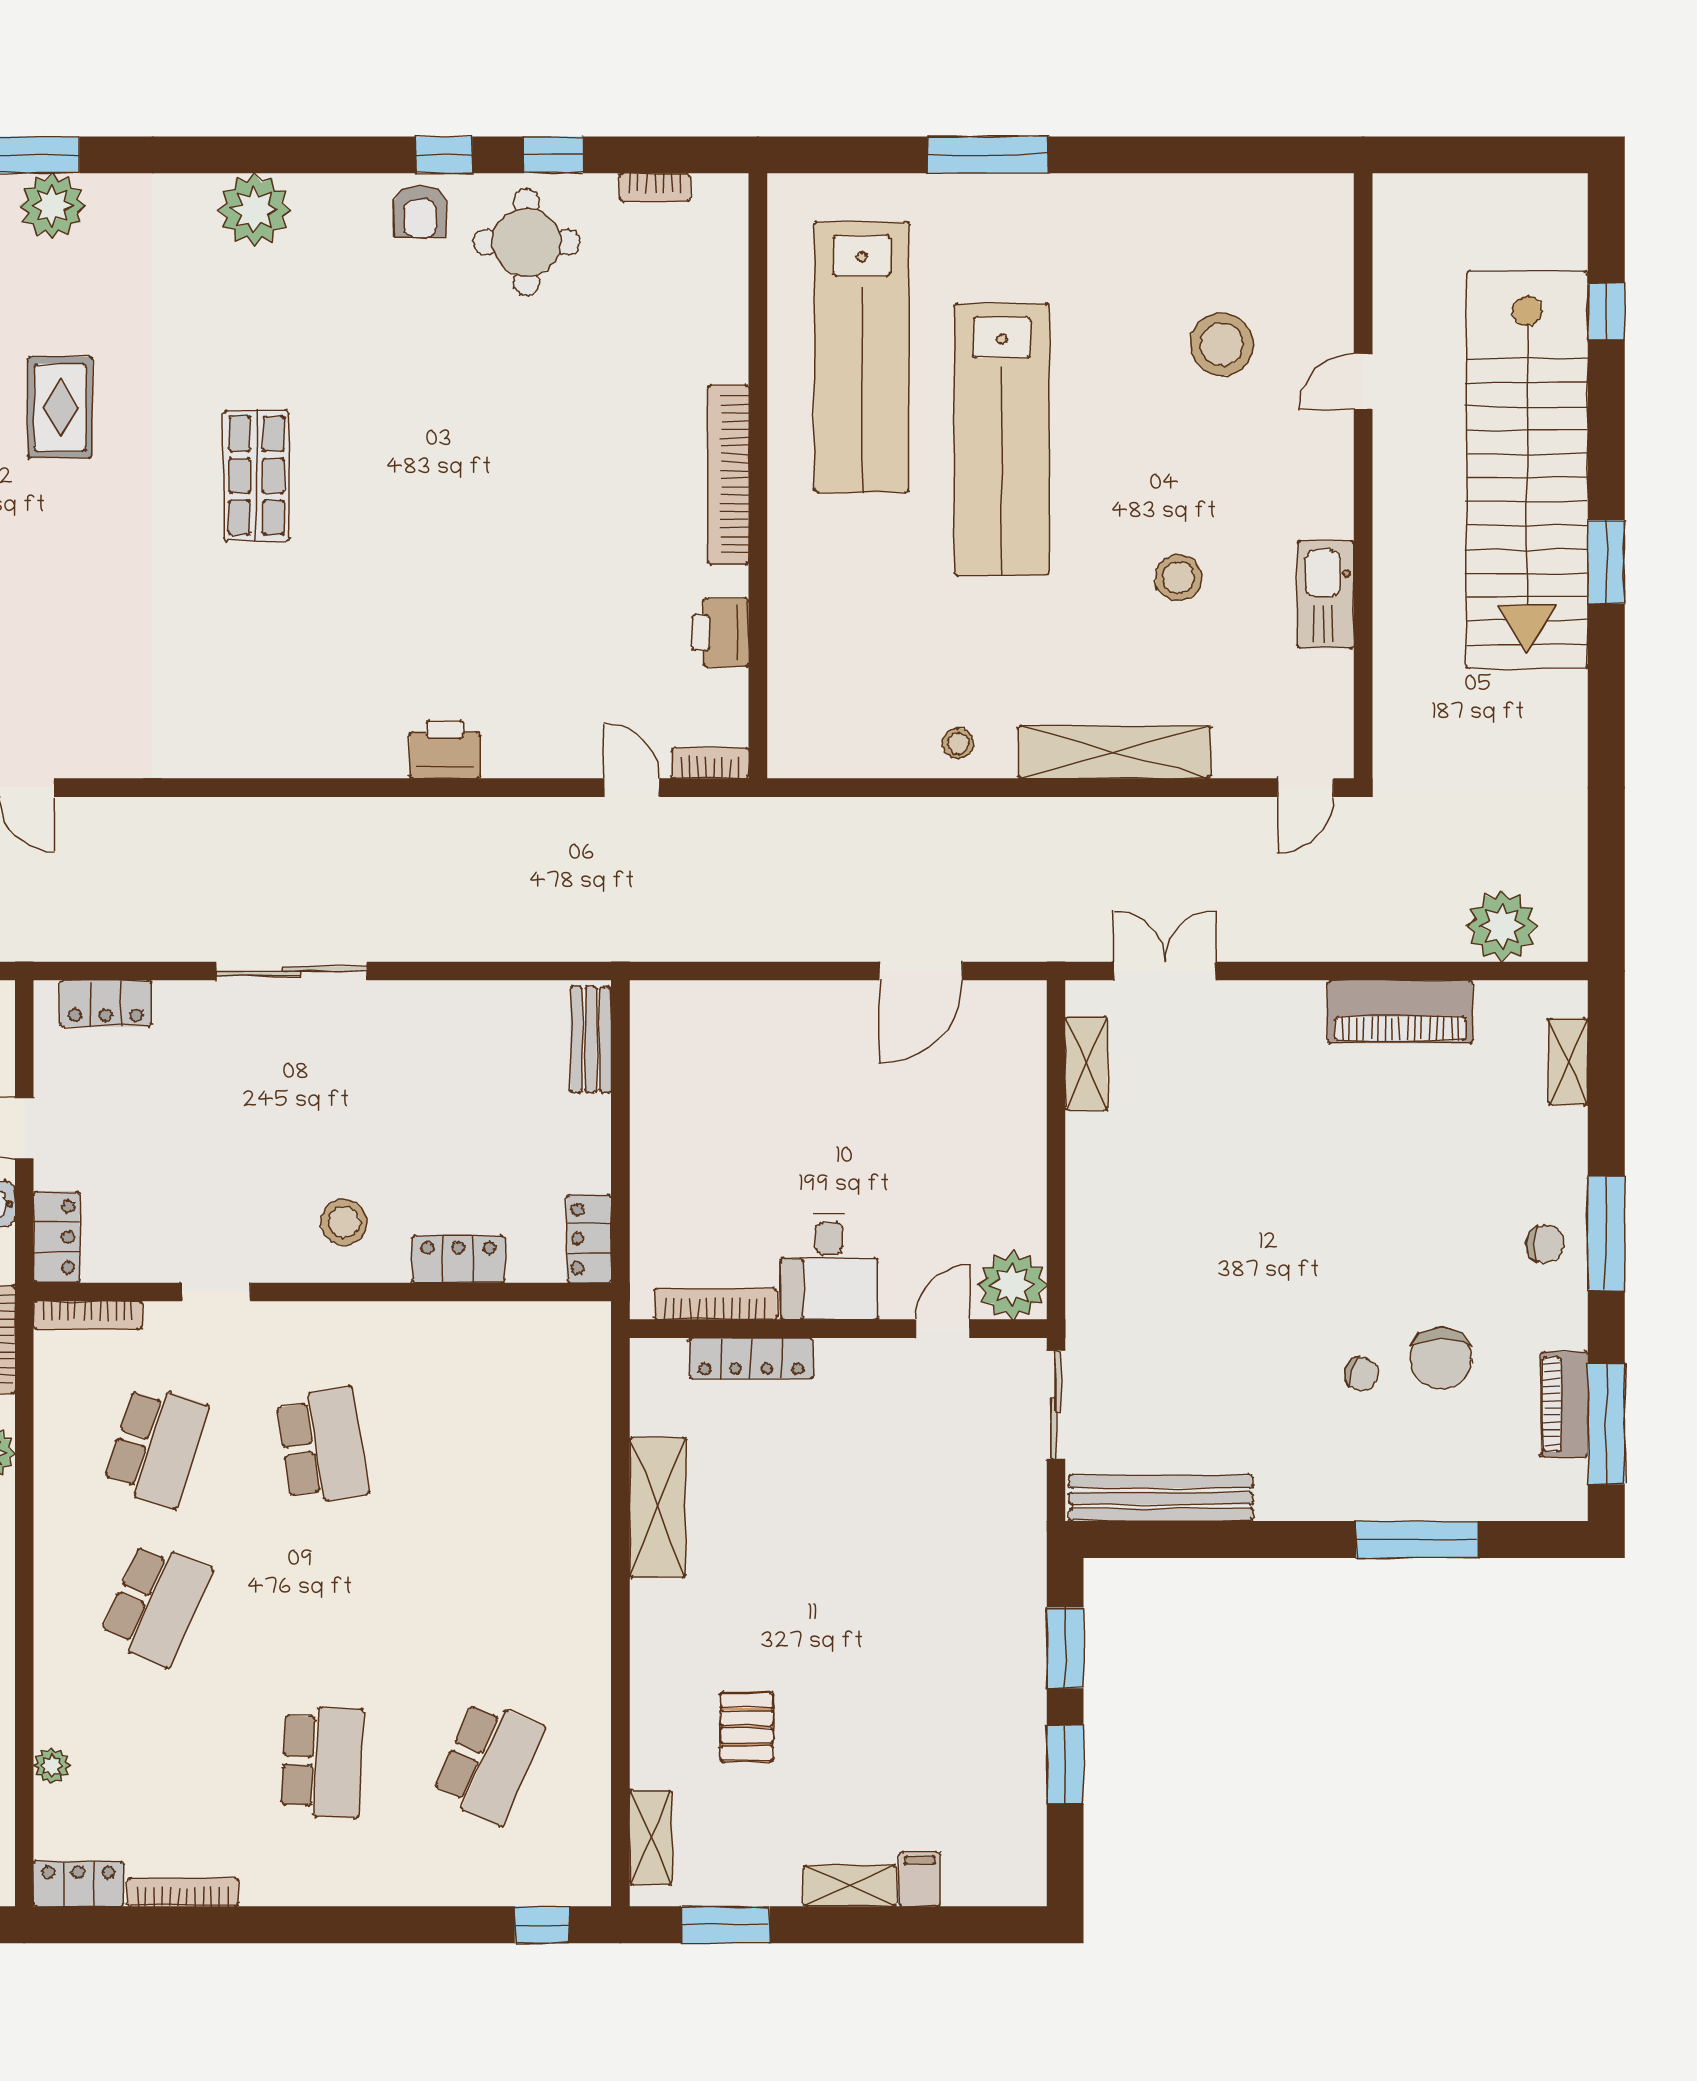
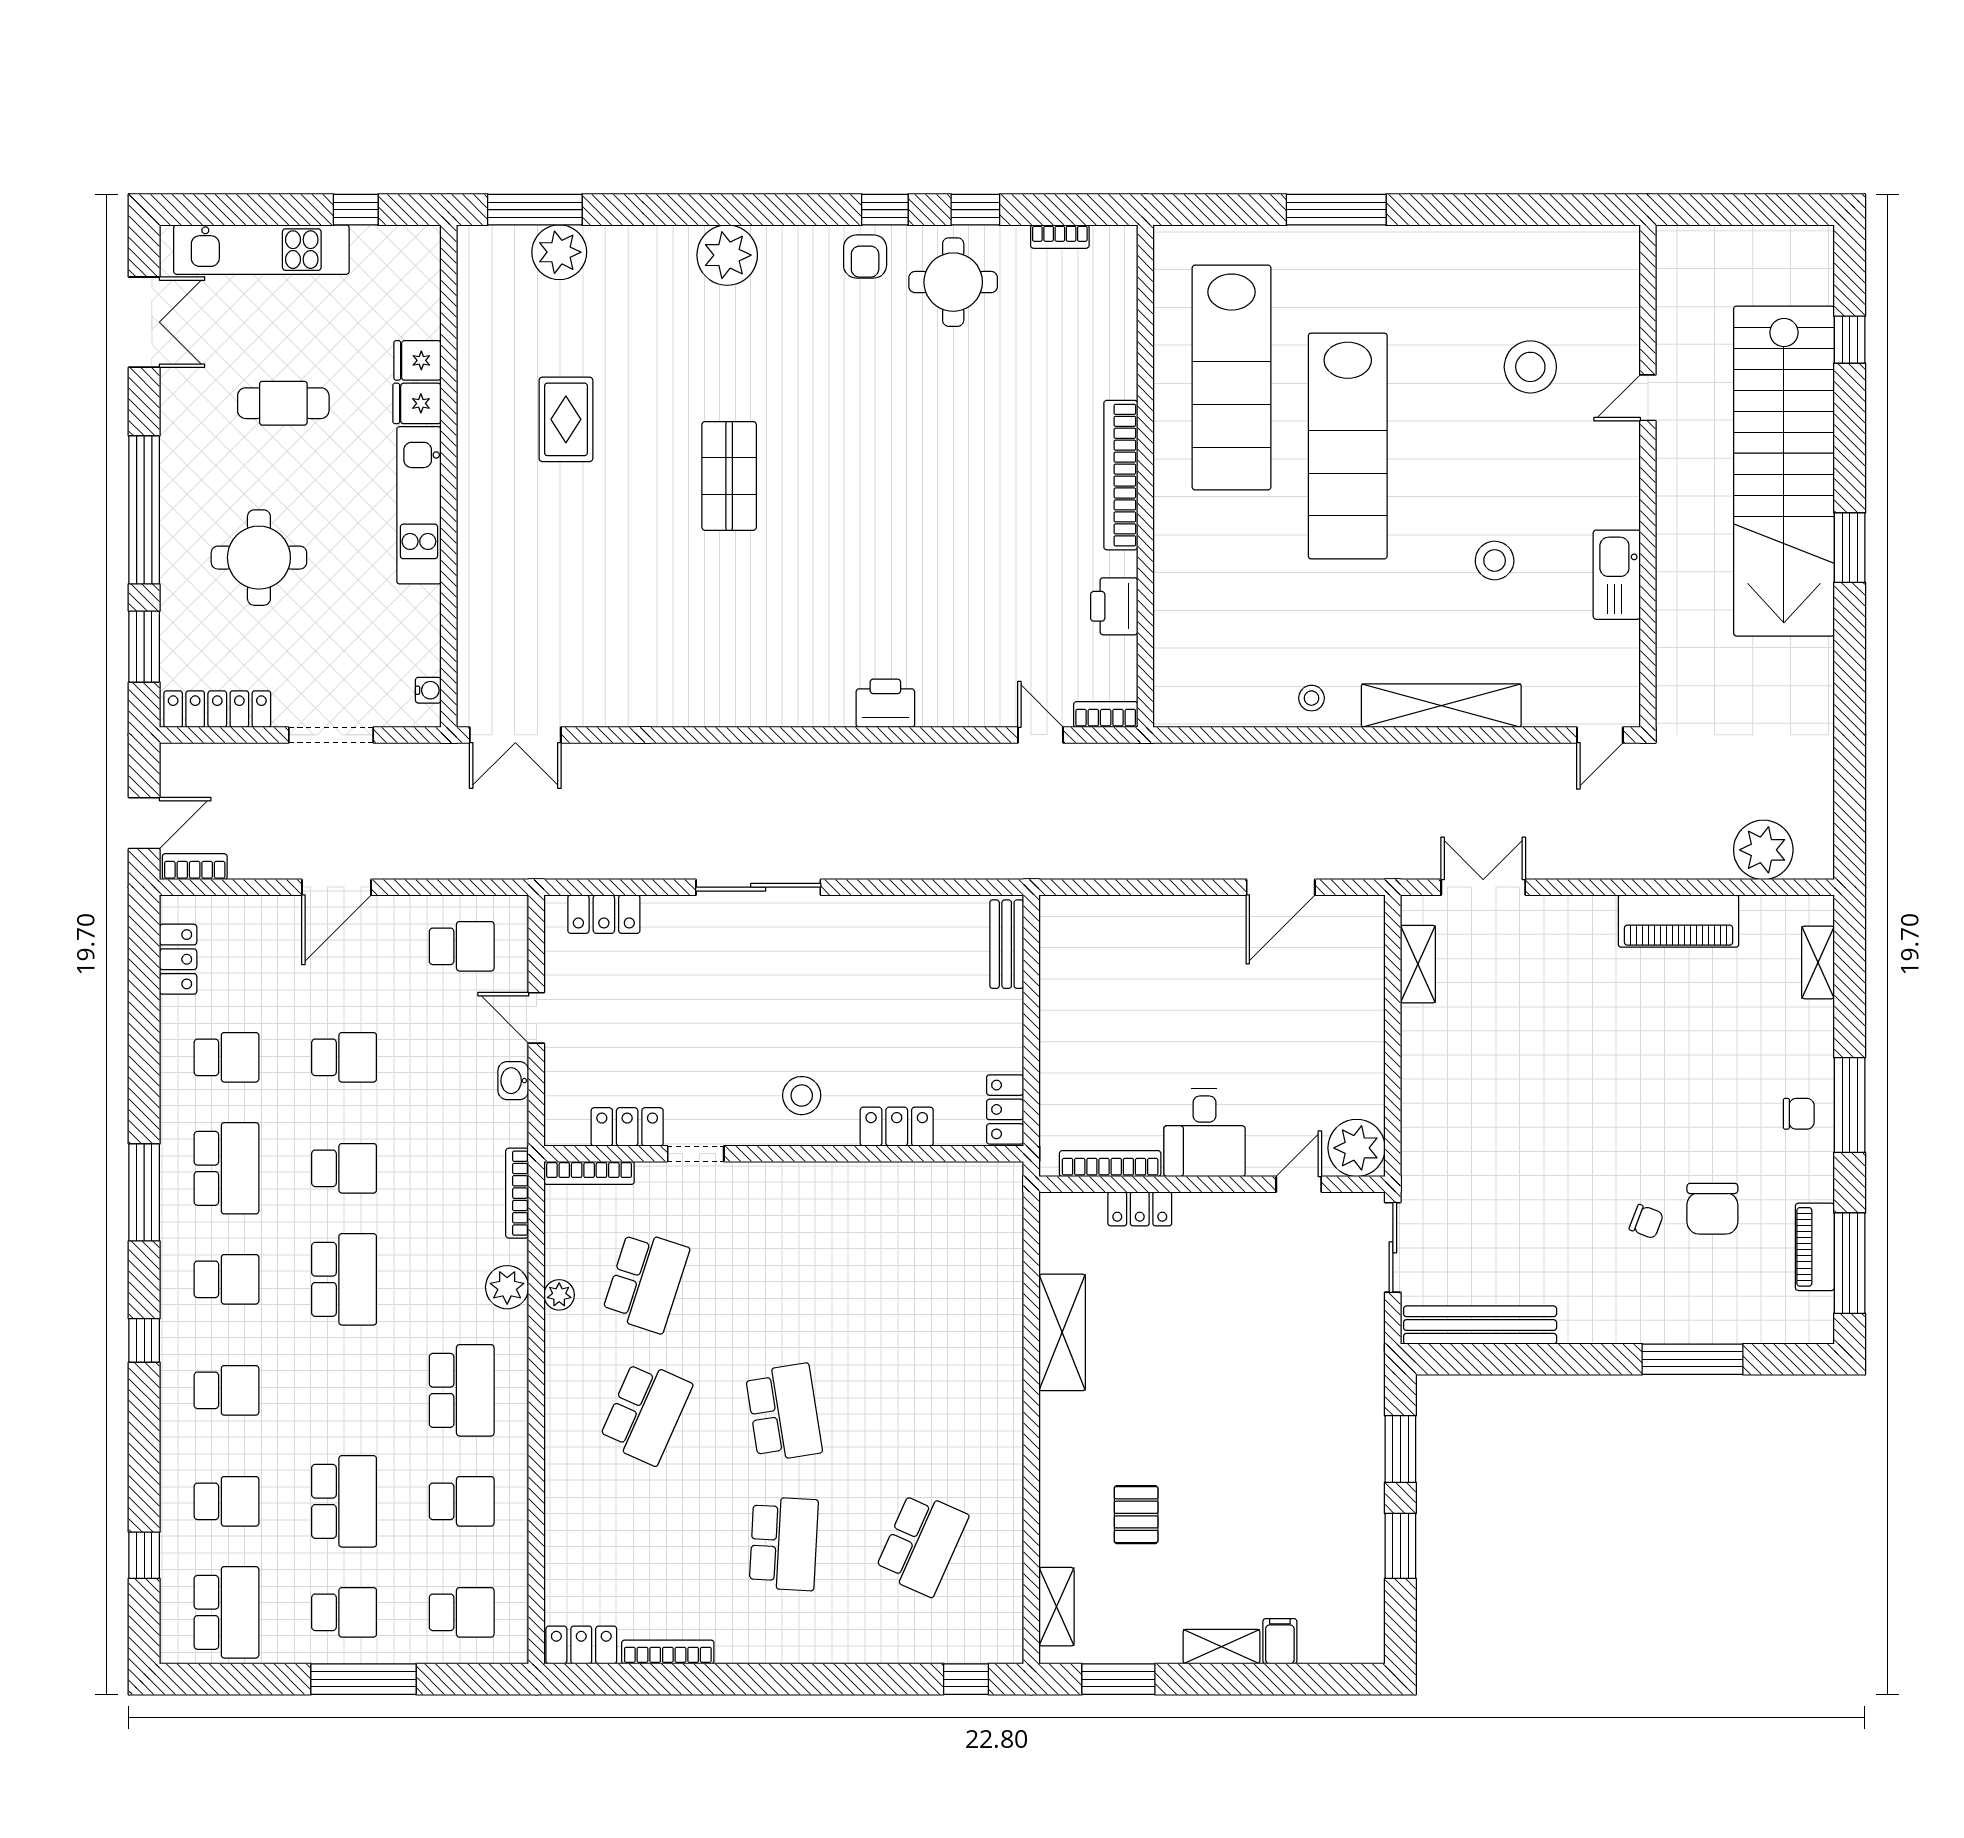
locker: (57, 1237) -> (627, 1127), moved, turned -90
locker: (751, 1358) -> (1140, 1209), width x0.66
school desk: (322, 1446) -> (784, 1413), moved
plant: (52, 1766) -> (559, 1295), moved

